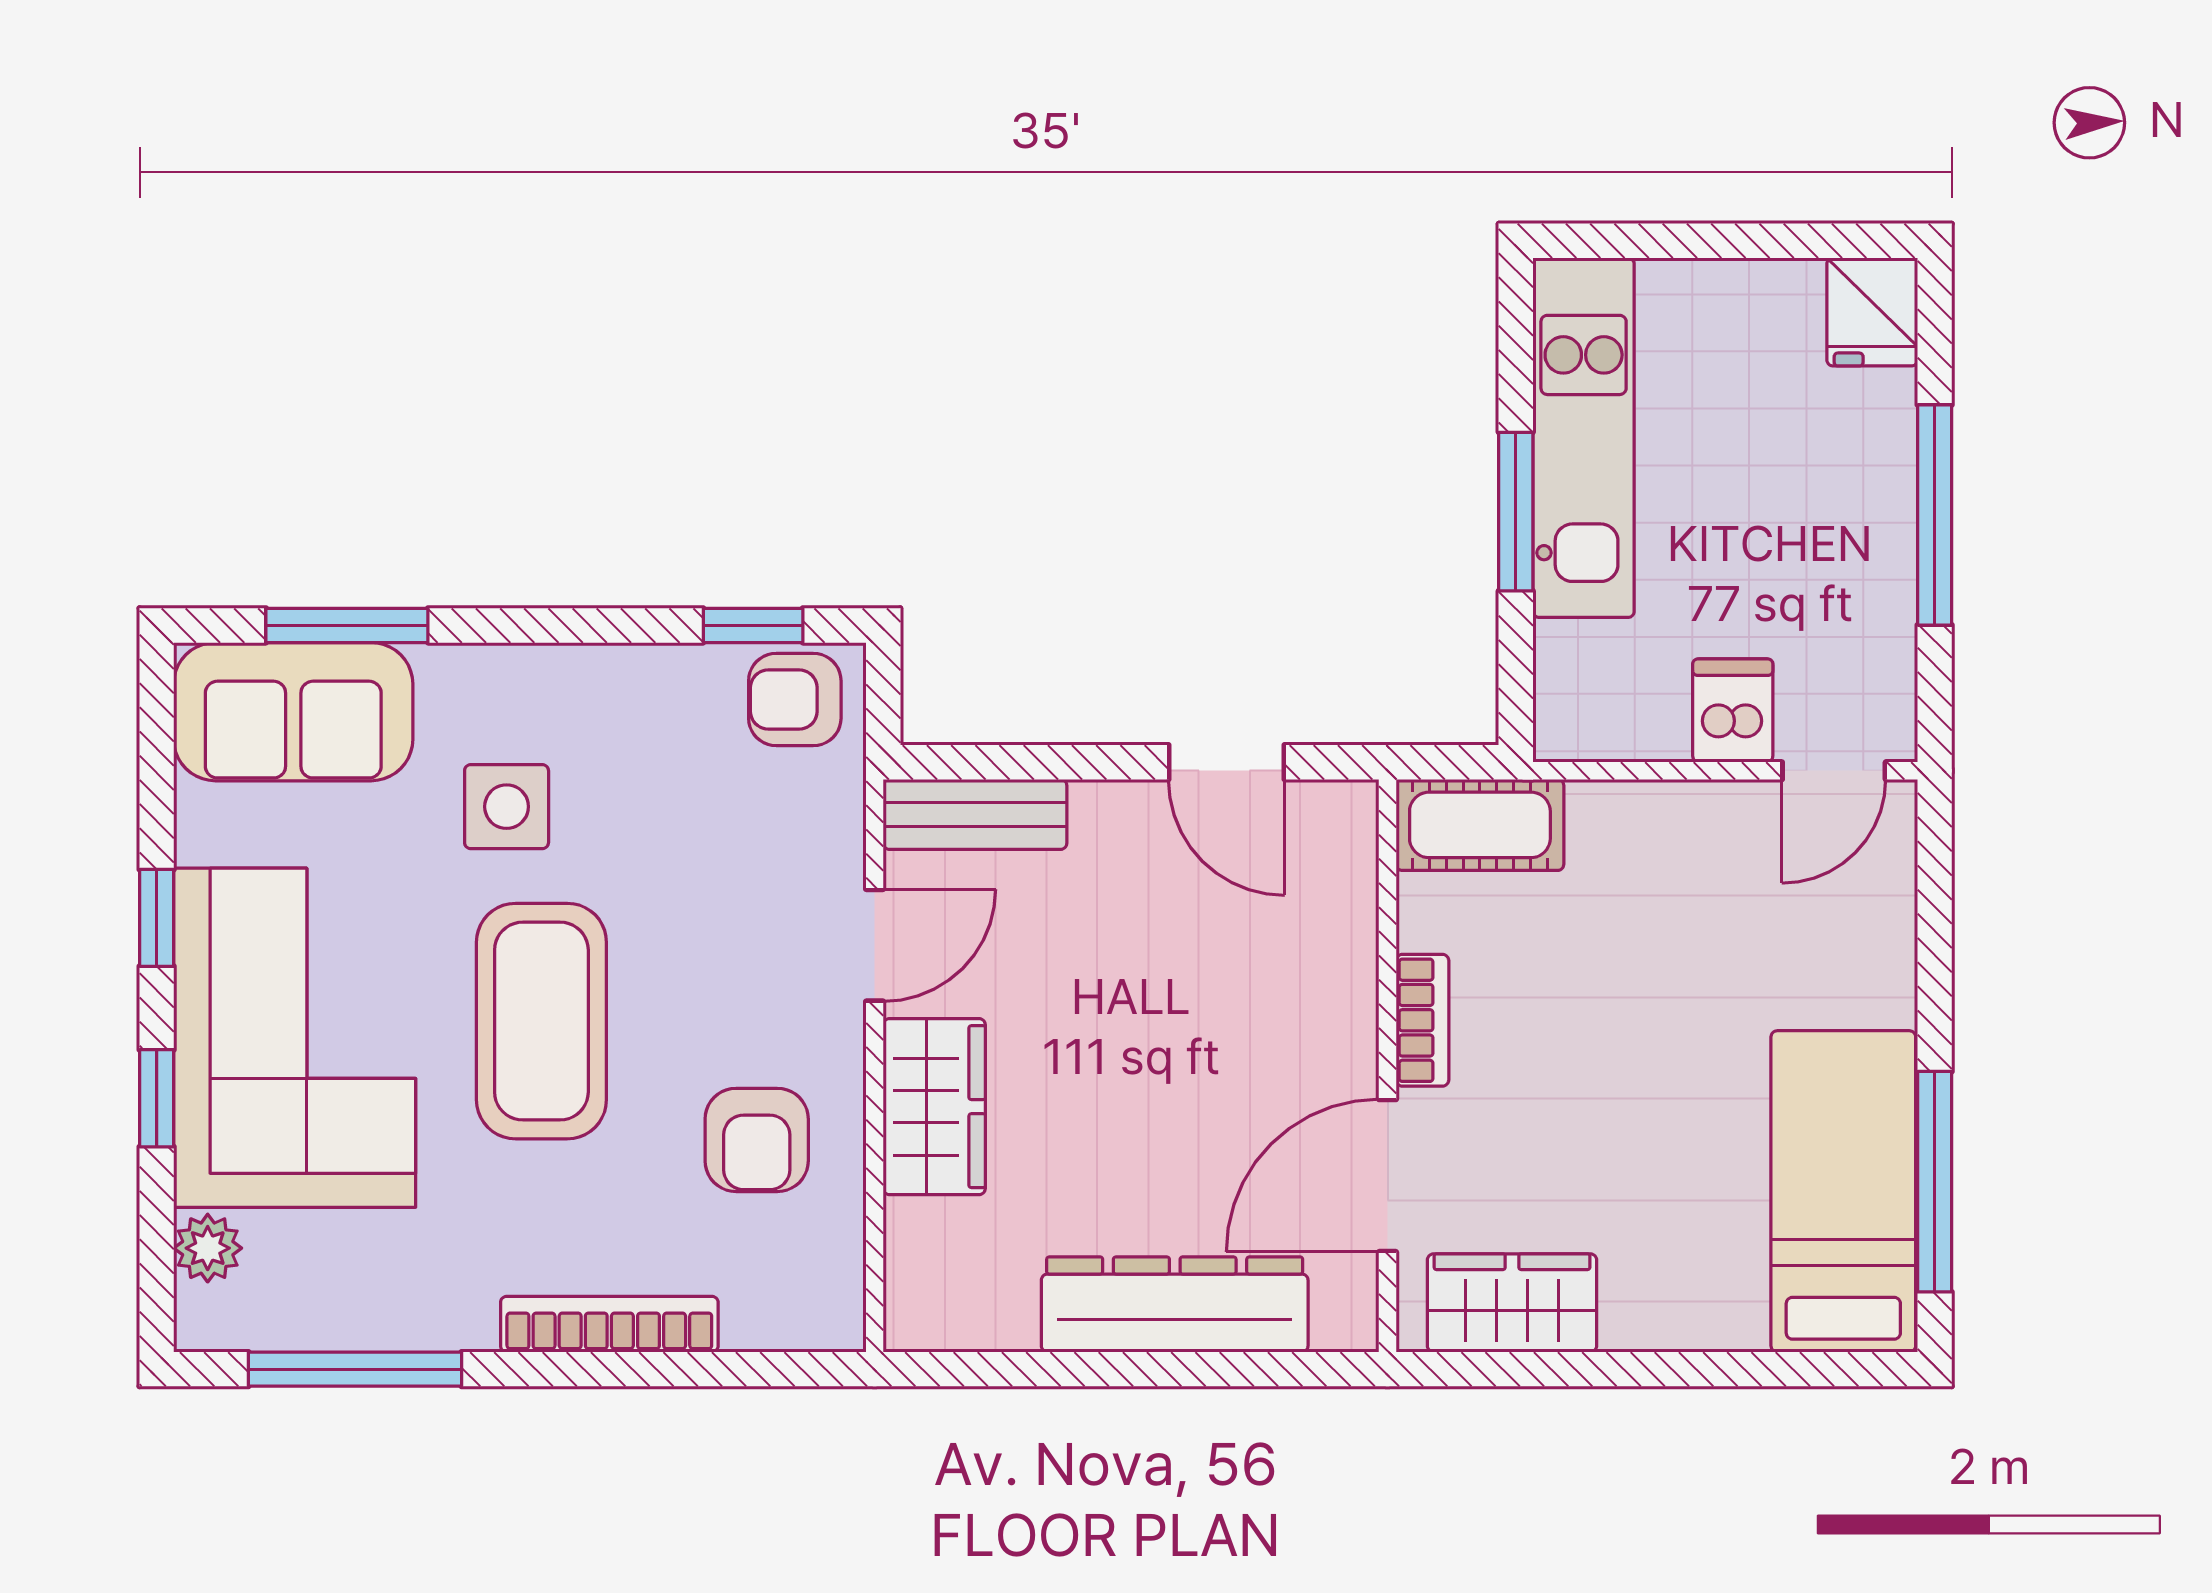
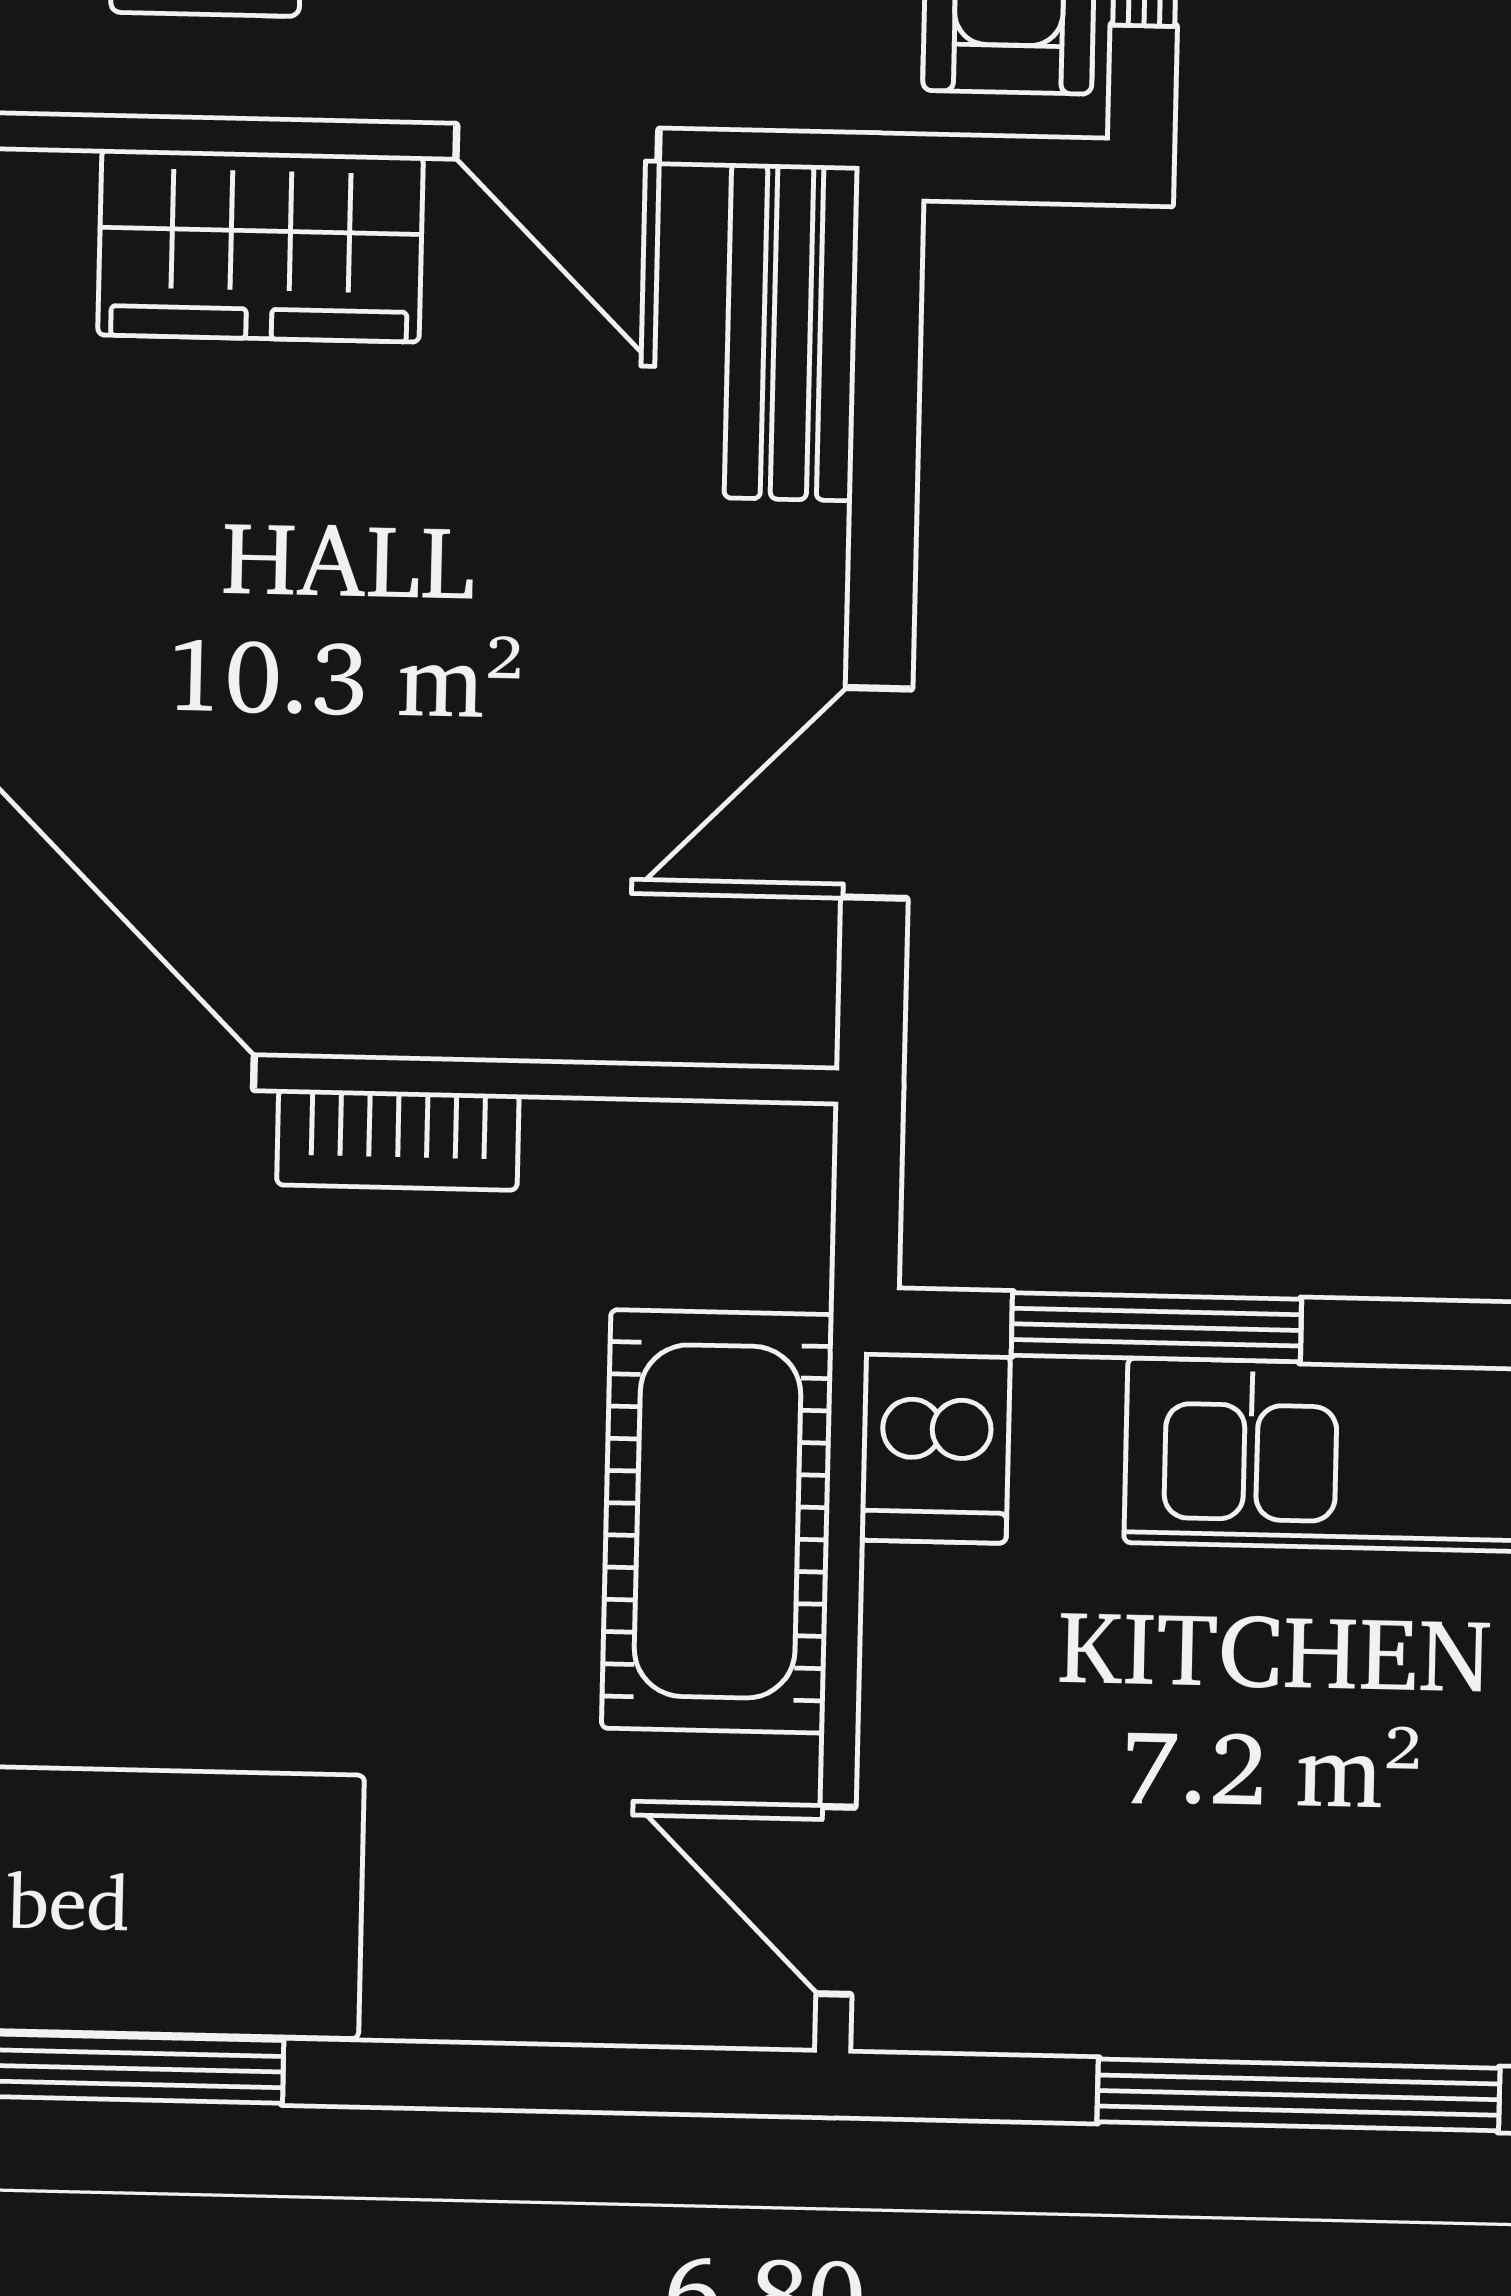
window: (1516, 512) -> (1156, 1327), moved
dishwasher: (1733, 711) -> (935, 1448), moved, turned 90
cot: (1480, 825) -> (718, 1521), moved, width x1.37, depth x1.34

